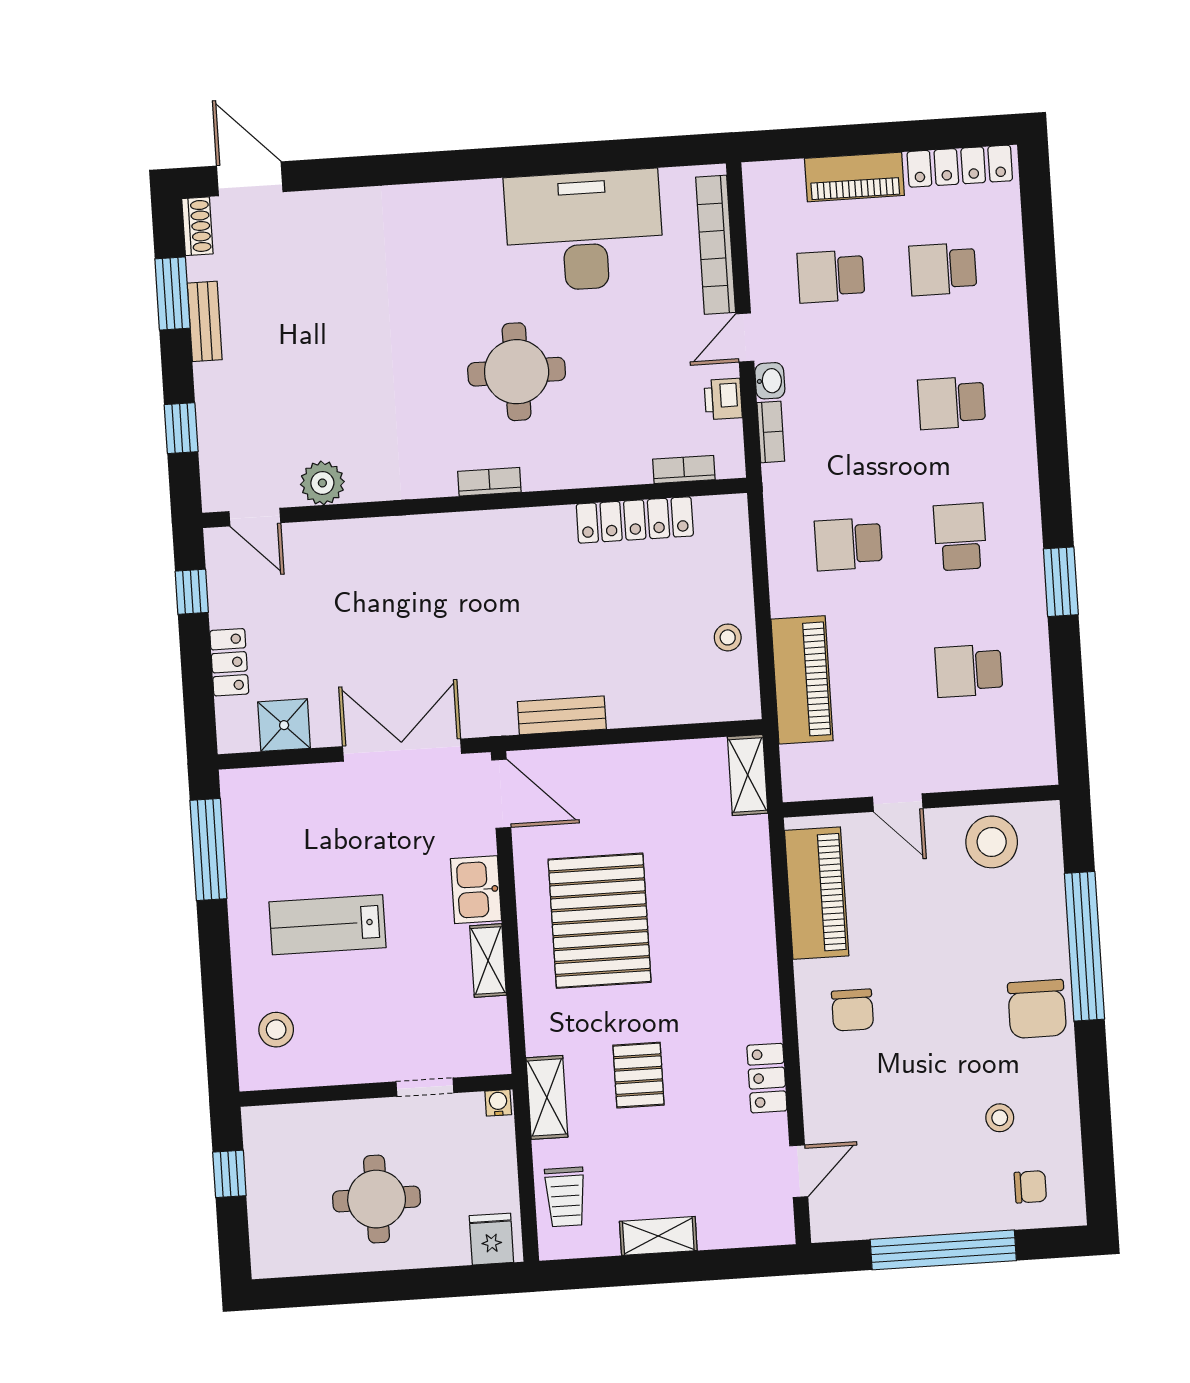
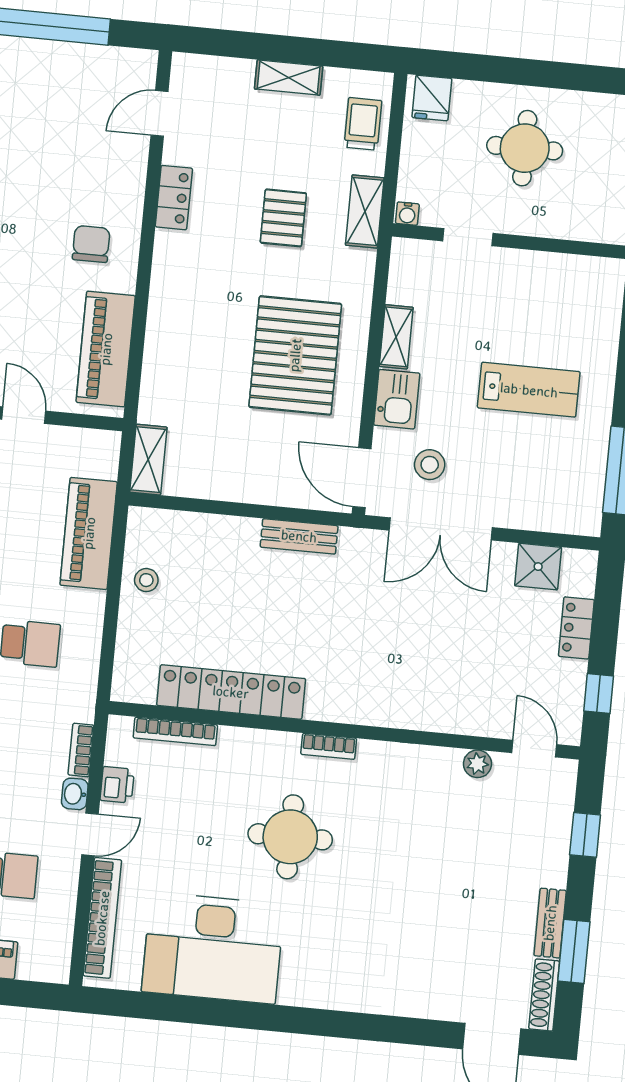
shoe rack: (197, 226) -> (544, 995), width x1.43
bookcase: (684, 469) -> (175, 731), width x1.56
plant: (322, 483) -> (477, 764), width x0.73, depth x0.73
locker: (635, 520) -> (231, 692), width x1.41, depth x1.21
stool: (276, 1030) -> (430, 465), moved

